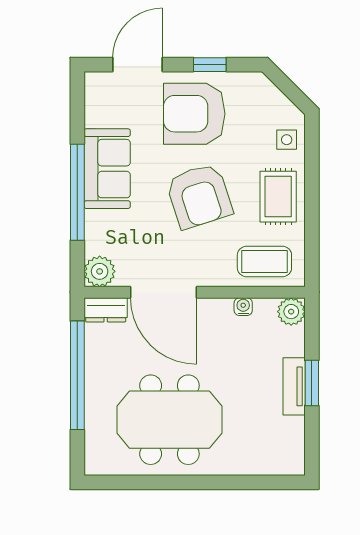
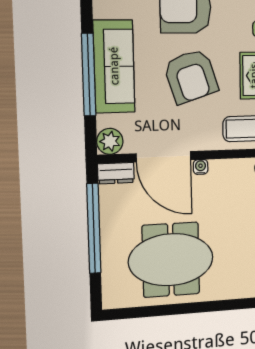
sofa: (107, 169) -> (114, 66), width x1.36
water cooler: (243, 307) -> (201, 167), moved

